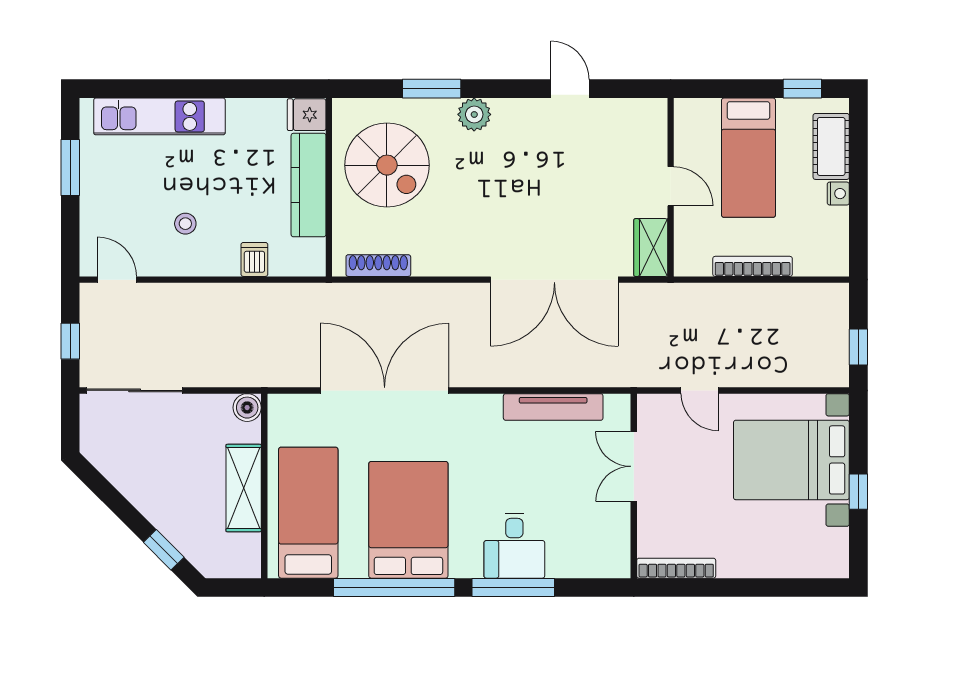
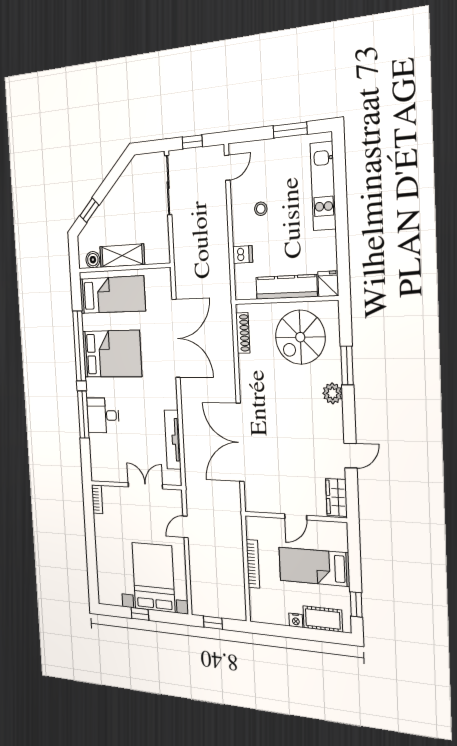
wardrobe: (651, 248) -> (336, 497), moved, turned -90
boiler: (247, 408) -> (93, 260), moved
bookcase: (676, 568) -> (97, 499), width x0.64

